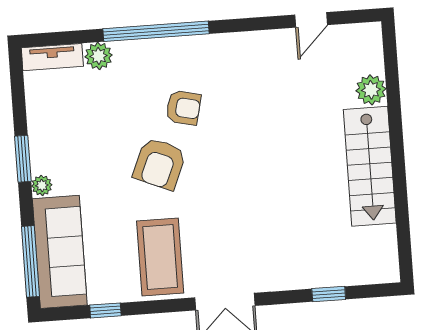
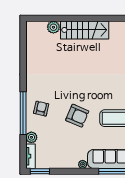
door: (311, 20) -> (23, 50), removed
armchair: (183, 108) -> (41, 109), moved
window: (23, 159) -> (40, 171), moved

